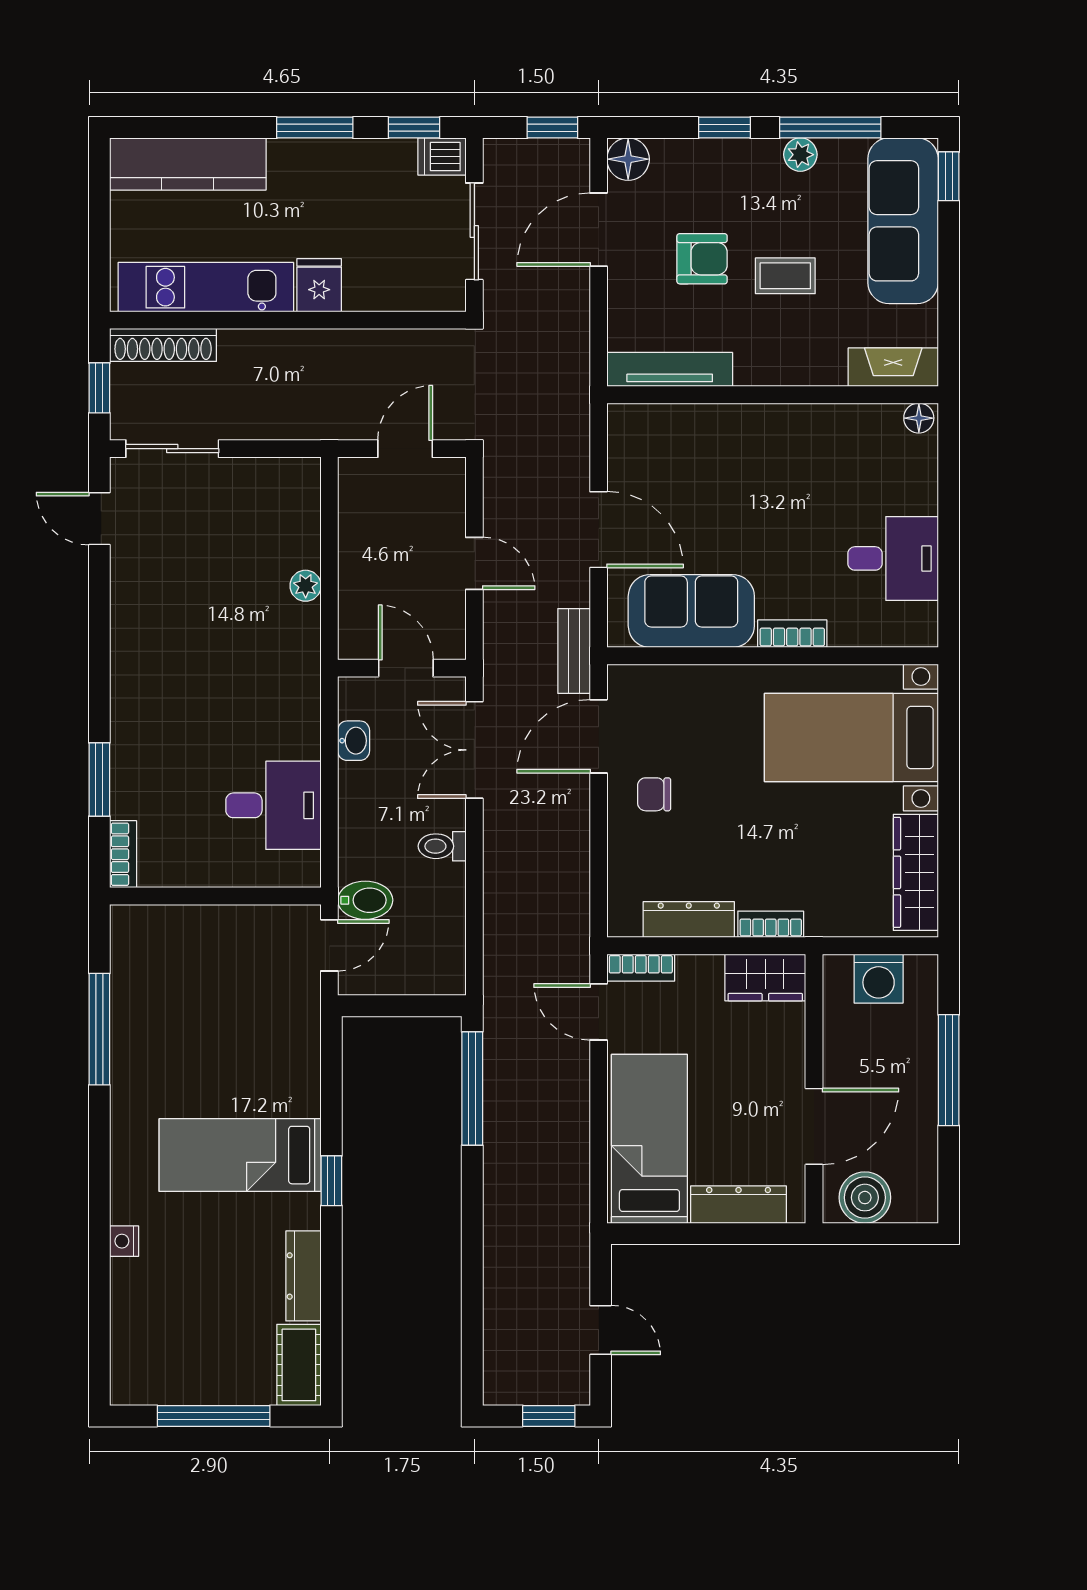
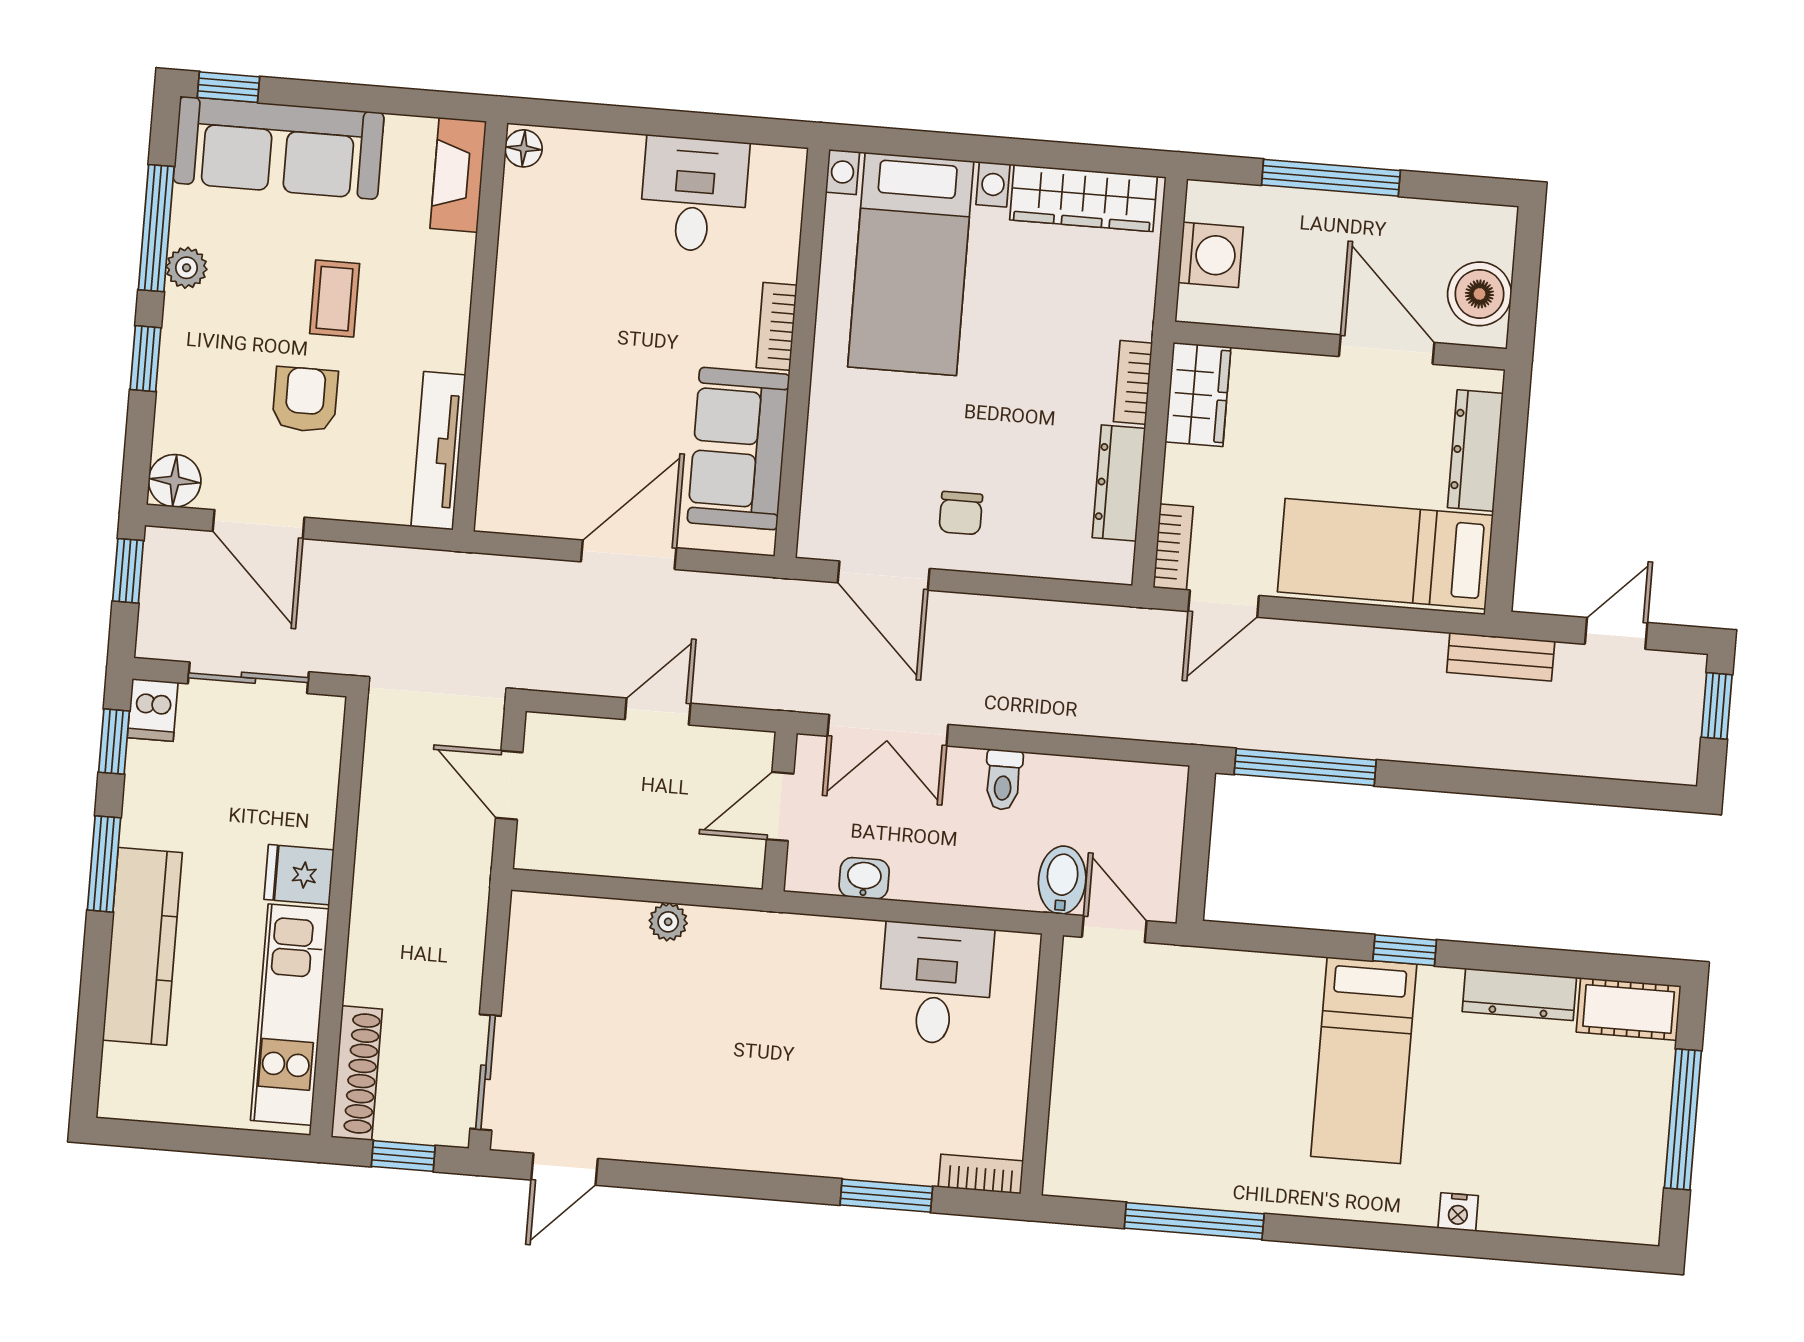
kitchen counter: (188, 164) -> (142, 946), moved
bench: (574, 651) -> (1501, 657), moved

